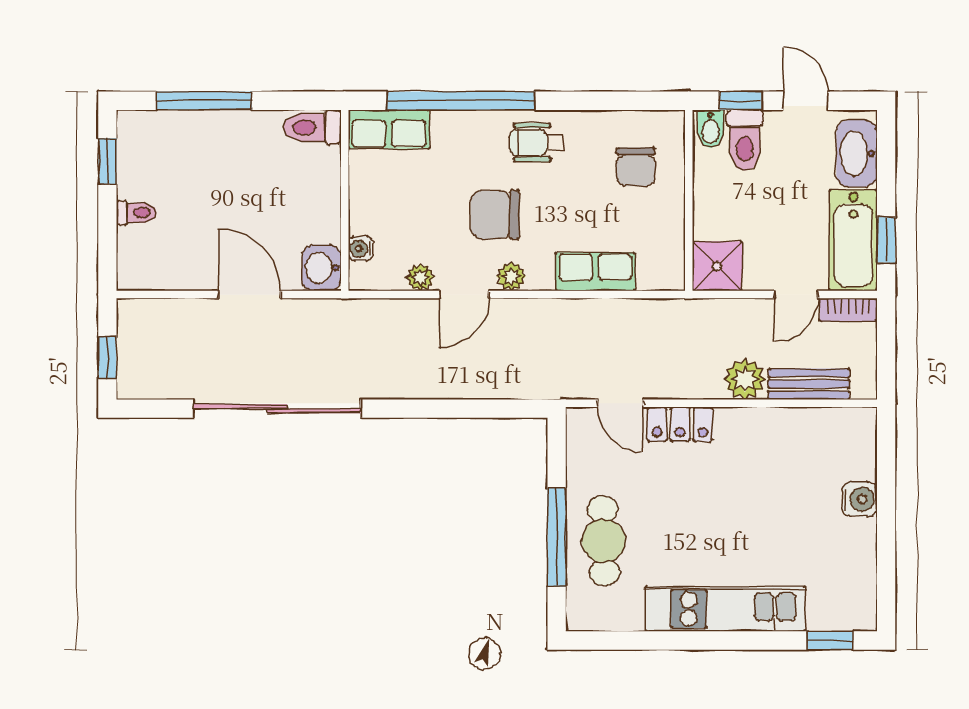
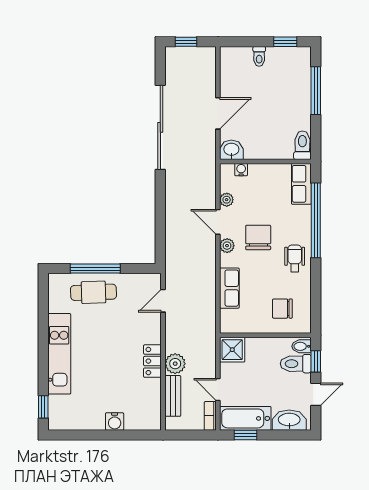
locker: (680, 424) -> (152, 361), moved

